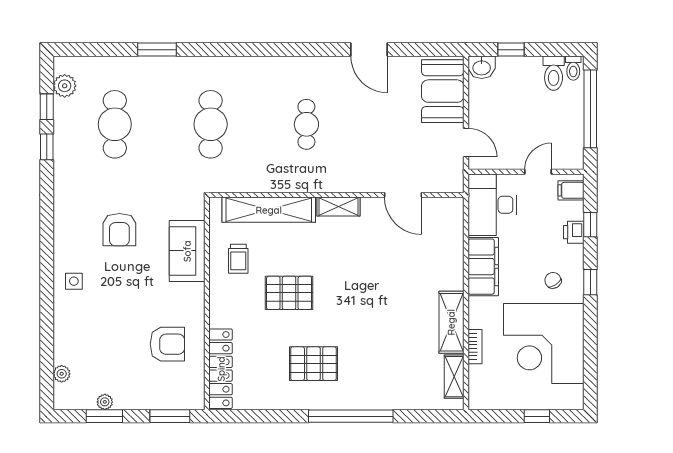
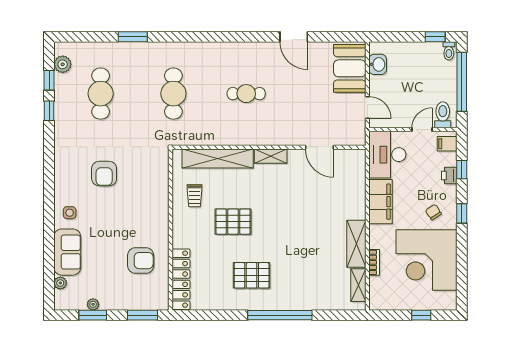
window: (511, 50) -> (435, 37), moved
washbasin: (482, 67) -> (378, 64), moved, turned -90
toilet: (554, 73) -> (443, 115), moved, turned 180
cafe table: (306, 124) -> (246, 94), turned 90
sofa: (187, 251) -> (67, 252), moved, turned 180

